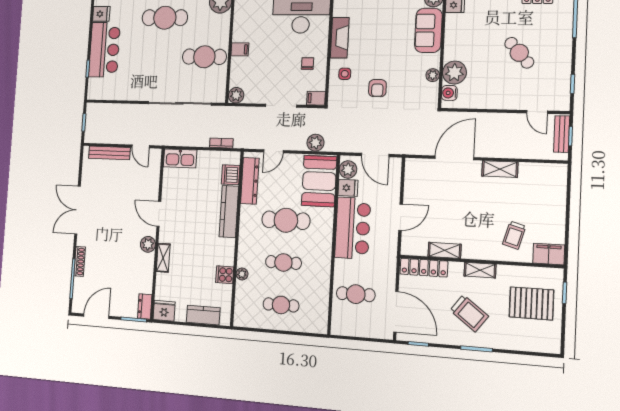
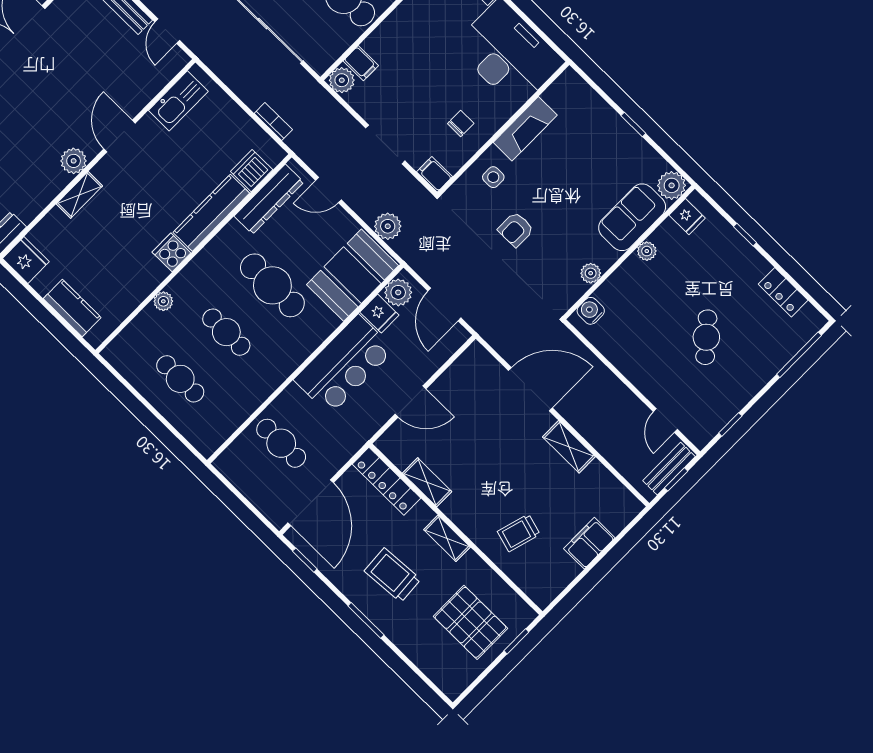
filing cabinet: (240, 49) -> (361, 63), moved
plant: (454, 73) -> (647, 251), moved, width x0.53, depth x0.53
kitchen sink: (180, 158) -> (178, 101), moved, turned -90
filing cabinet: (549, 254) -> (589, 543), moved, turned -90
cooker: (225, 275) -> (171, 252), moved
trolley: (469, 313) -> (393, 575), turned 139

